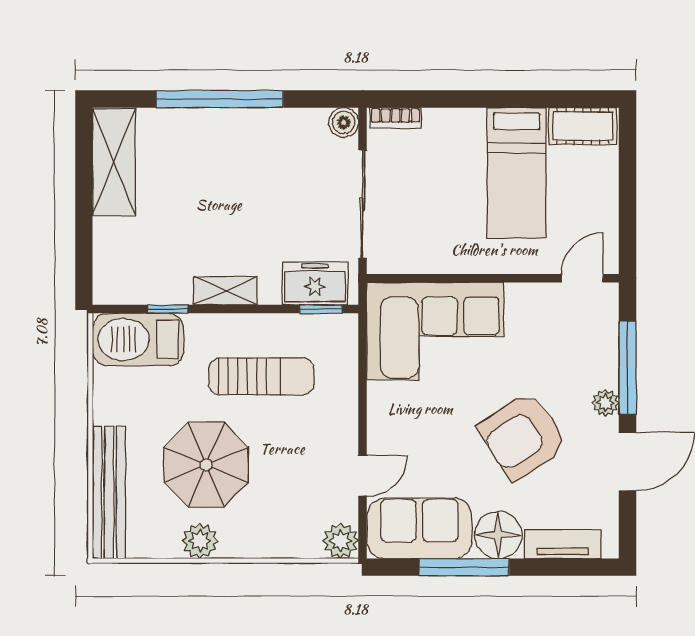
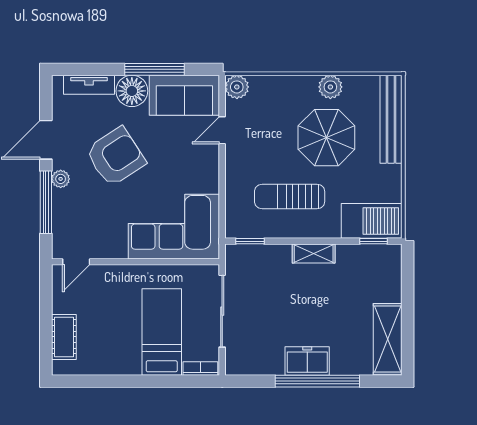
boiler: (344, 122) -> (235, 365), removed
cot: (583, 126) -> (64, 337), moved, turned 90
bed: (517, 173) -> (162, 332), moved
freezer: (315, 283) -> (307, 361), moved, turned 180
window: (168, 309) -> (374, 241), moved

